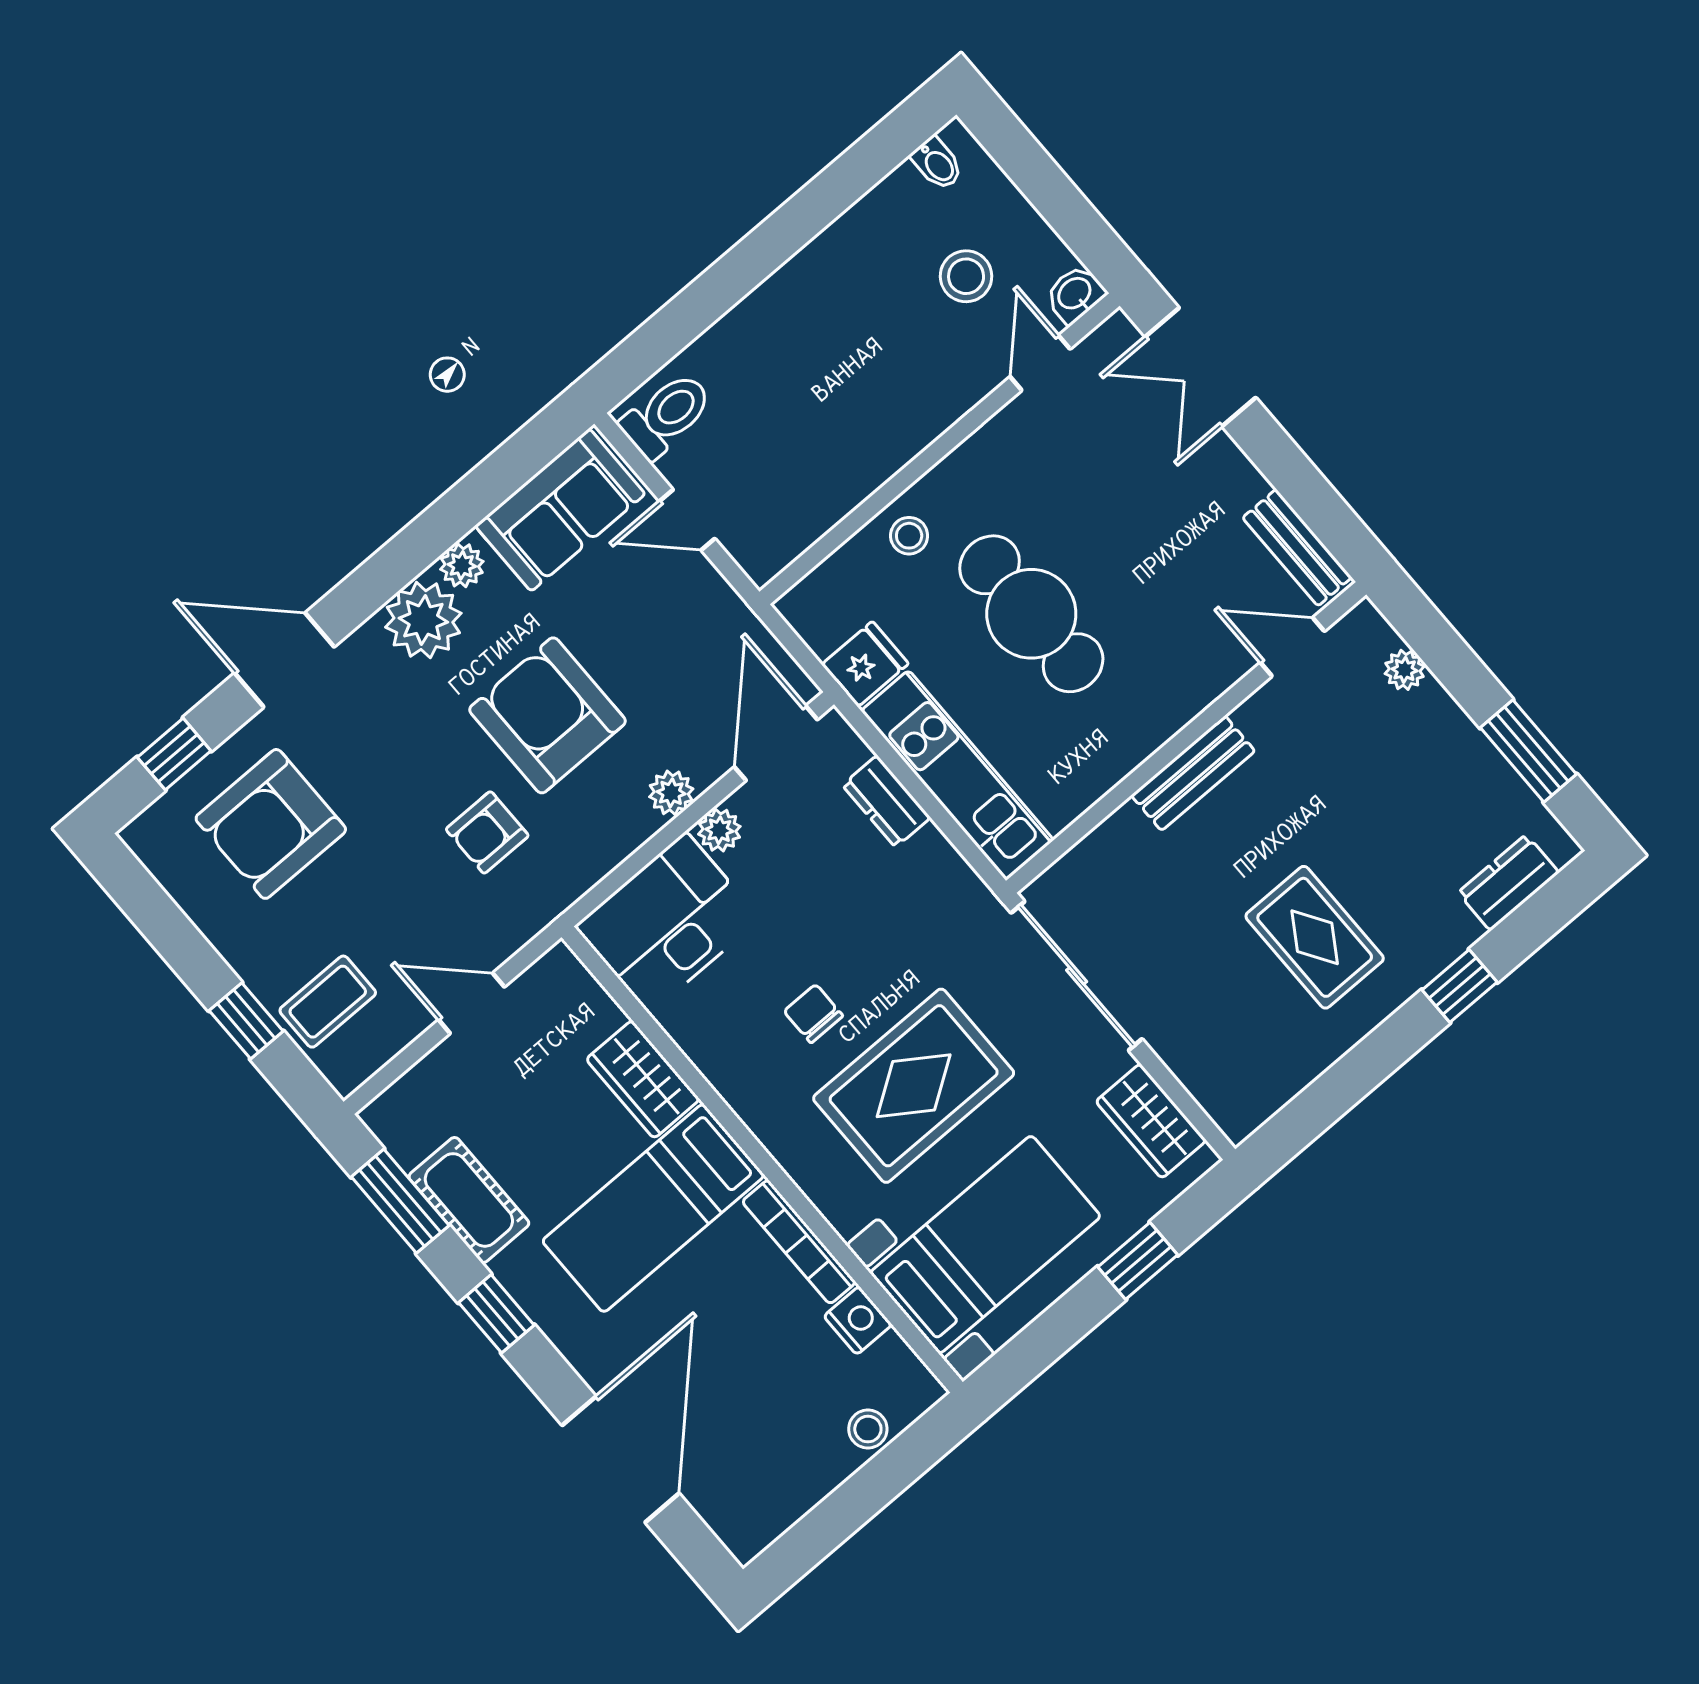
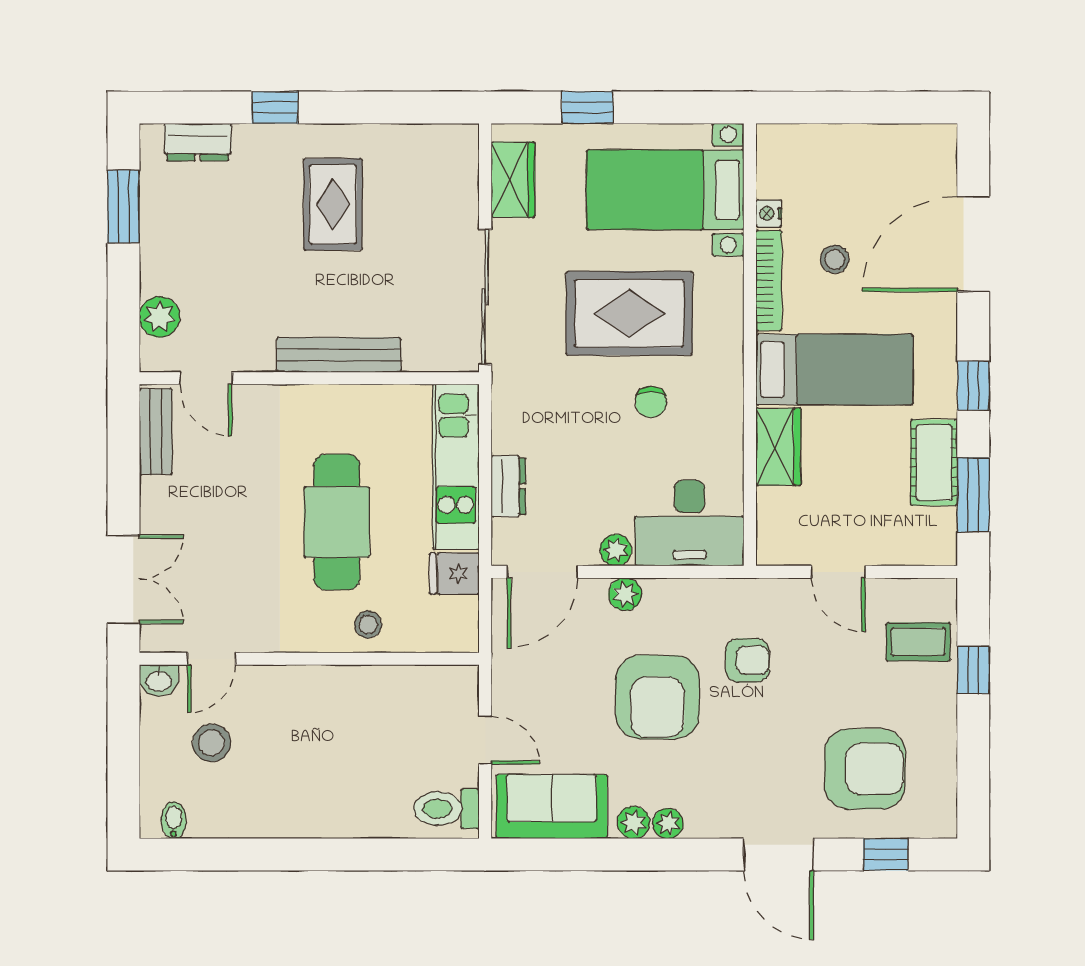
plant: (423, 620) -> (668, 823), width x0.53, depth x0.53
plant: (1405, 670) -> (160, 317), width x1.38, depth x1.38
bench: (1193, 773) -> (339, 355), width x1.36
nightstand: (858, 1320) -> (769, 214), width x0.72, depth x0.74
stool: (868, 1429) -> (835, 259), moved

